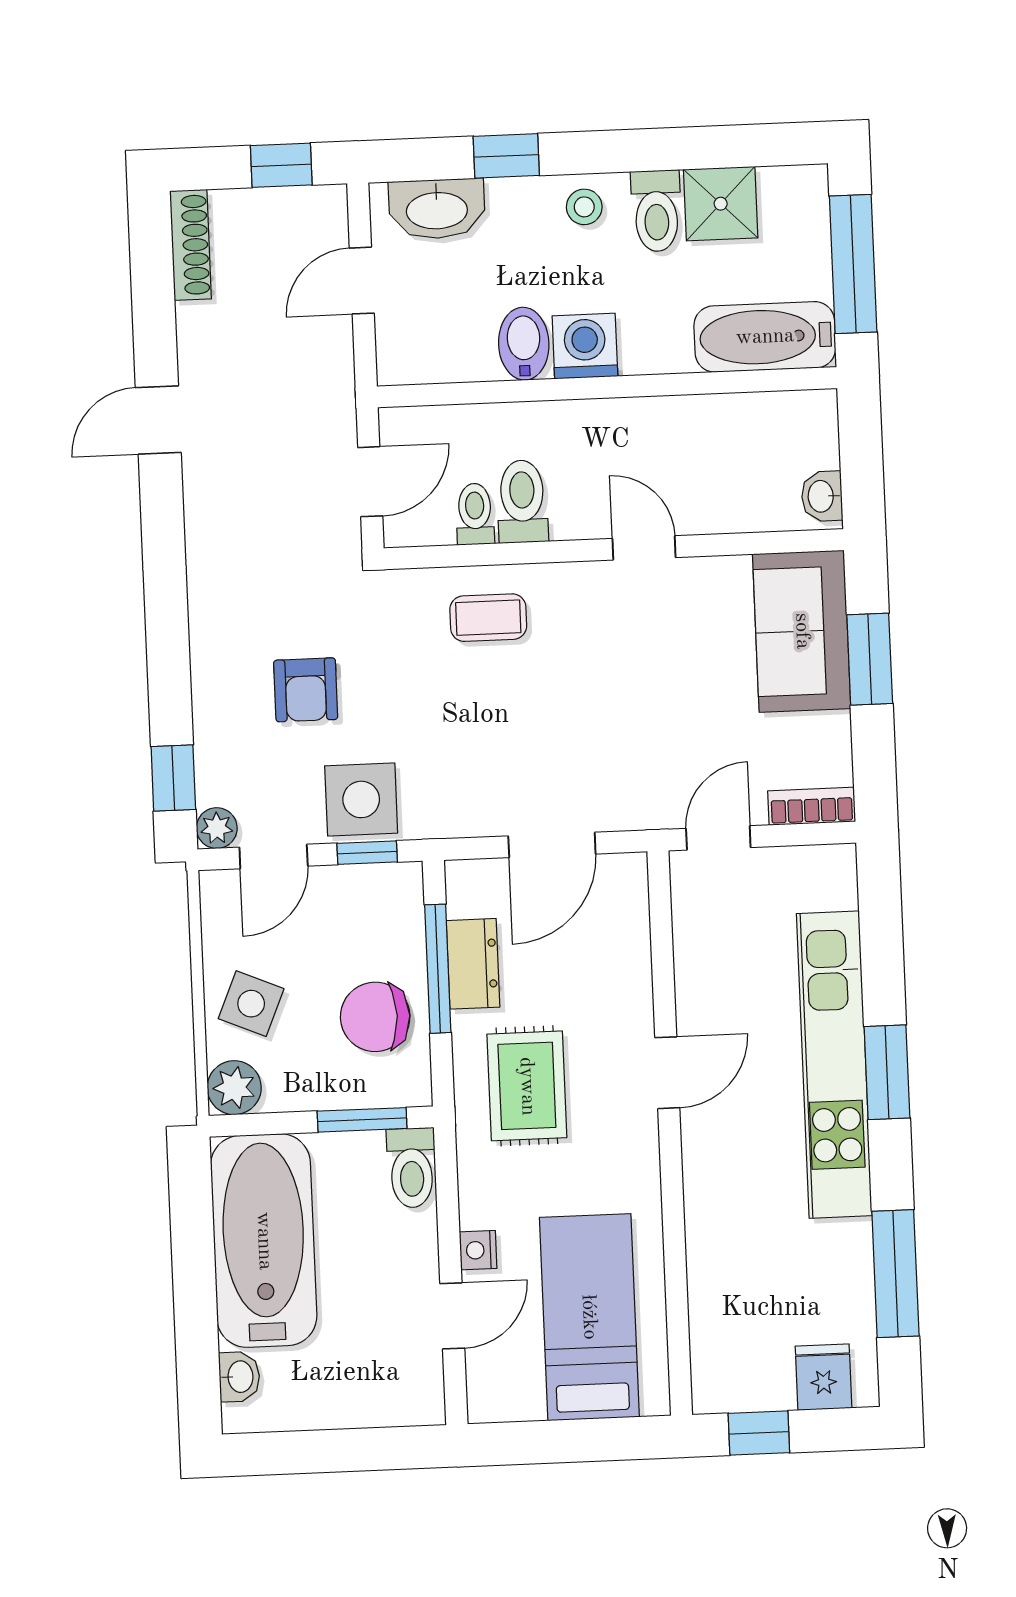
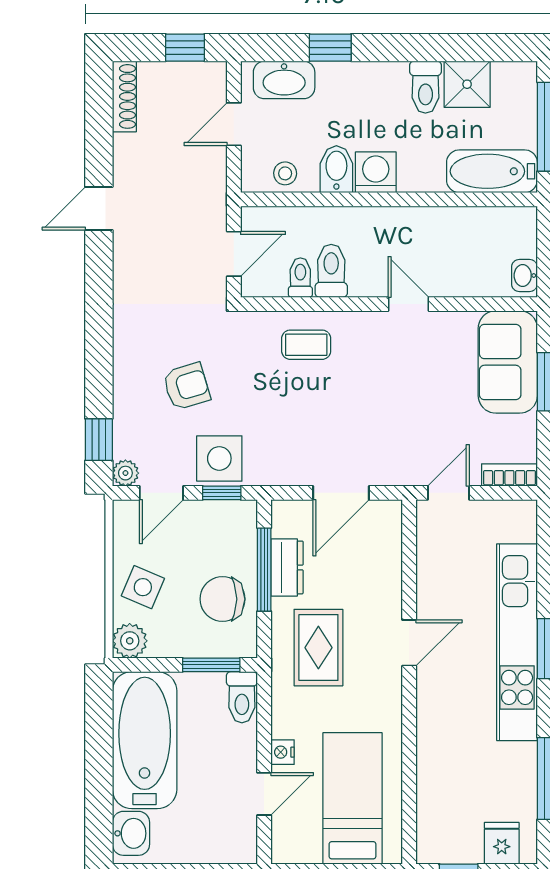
stool: (584, 207) -> (285, 173), moved
armchair: (306, 690) -> (187, 386), turned -107
washbasin: (239, 1377) -> (131, 833), width x1.38, depth x1.45

